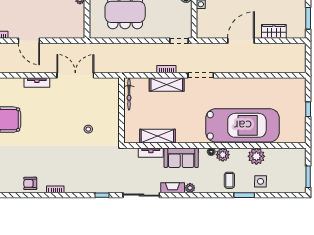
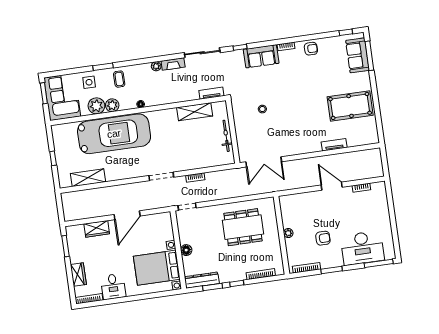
double door: (75, 75) -> (264, 162), moved
tv unit: (37, 82) -> (334, 145), moved
shelving: (167, 84) -> (88, 178), moved
bicycle: (129, 94) -> (226, 136), moved
car: (243, 125) -> (114, 134), turned 180
tv unit: (151, 153) -> (211, 93), moved
plant: (223, 155) -> (112, 105), moved
sofa: (181, 158) -> (261, 56), moved, turned 180
corner sofa: (290, 170) -> (62, 97), added

